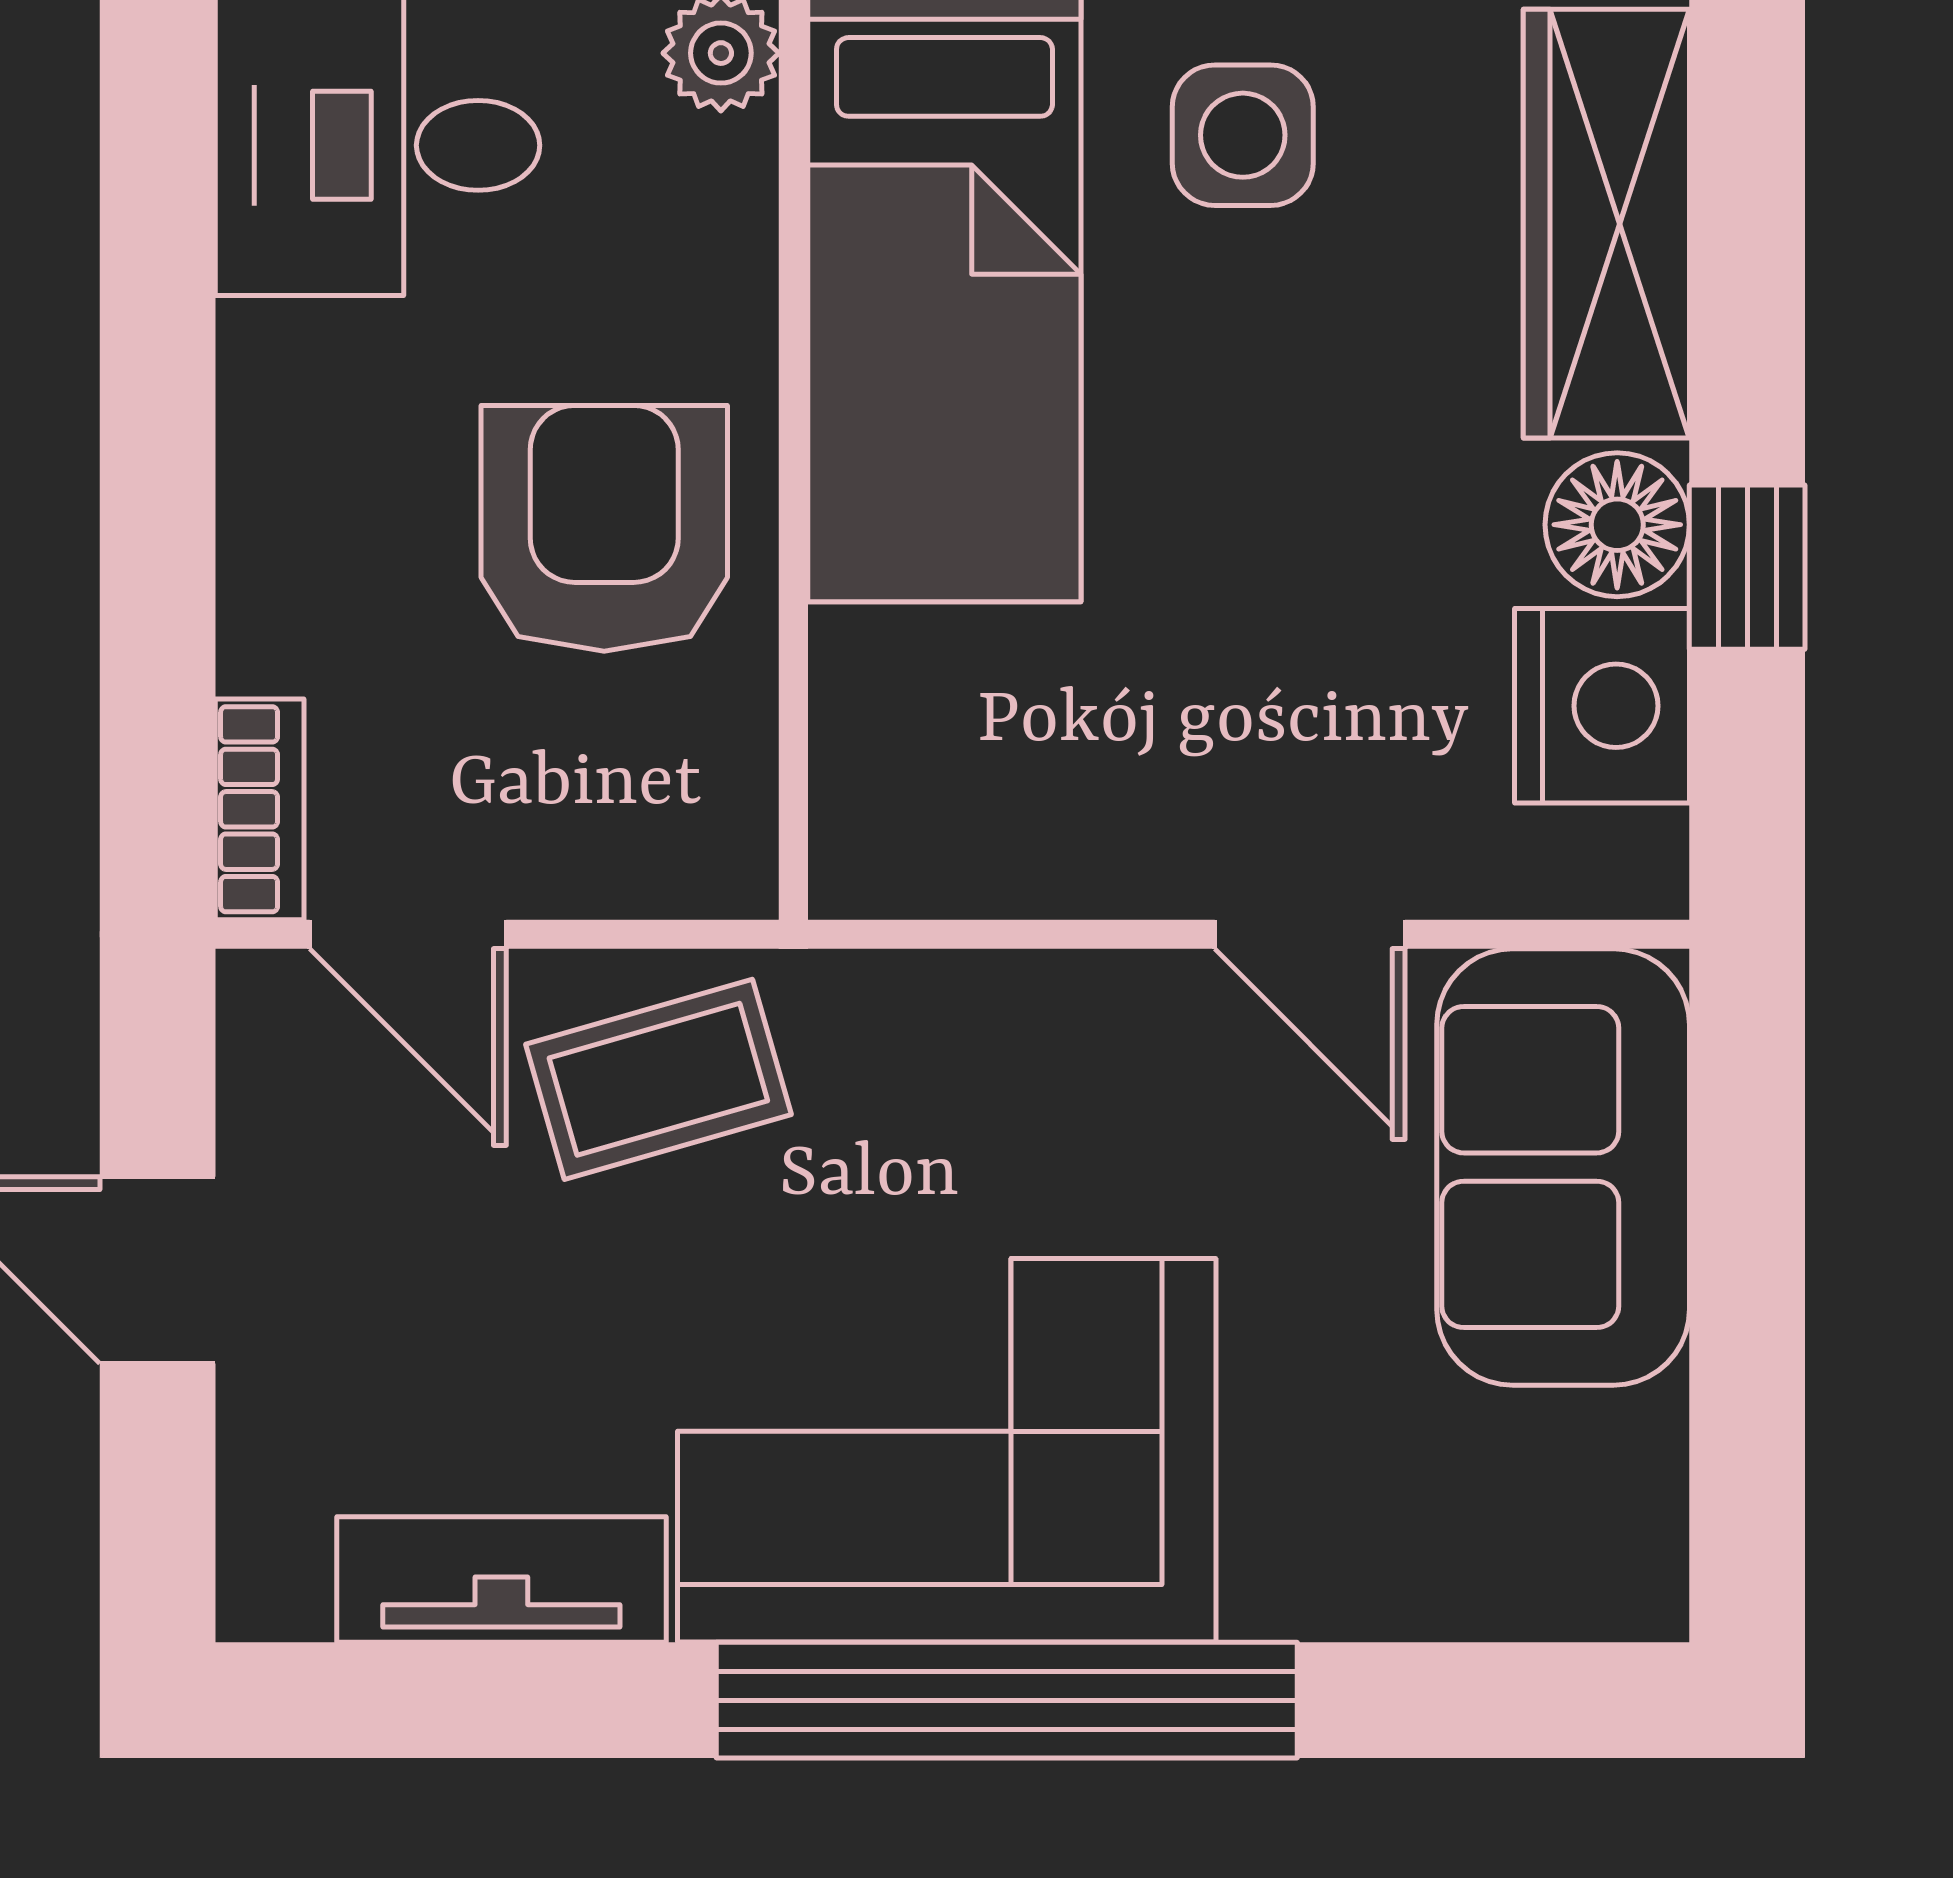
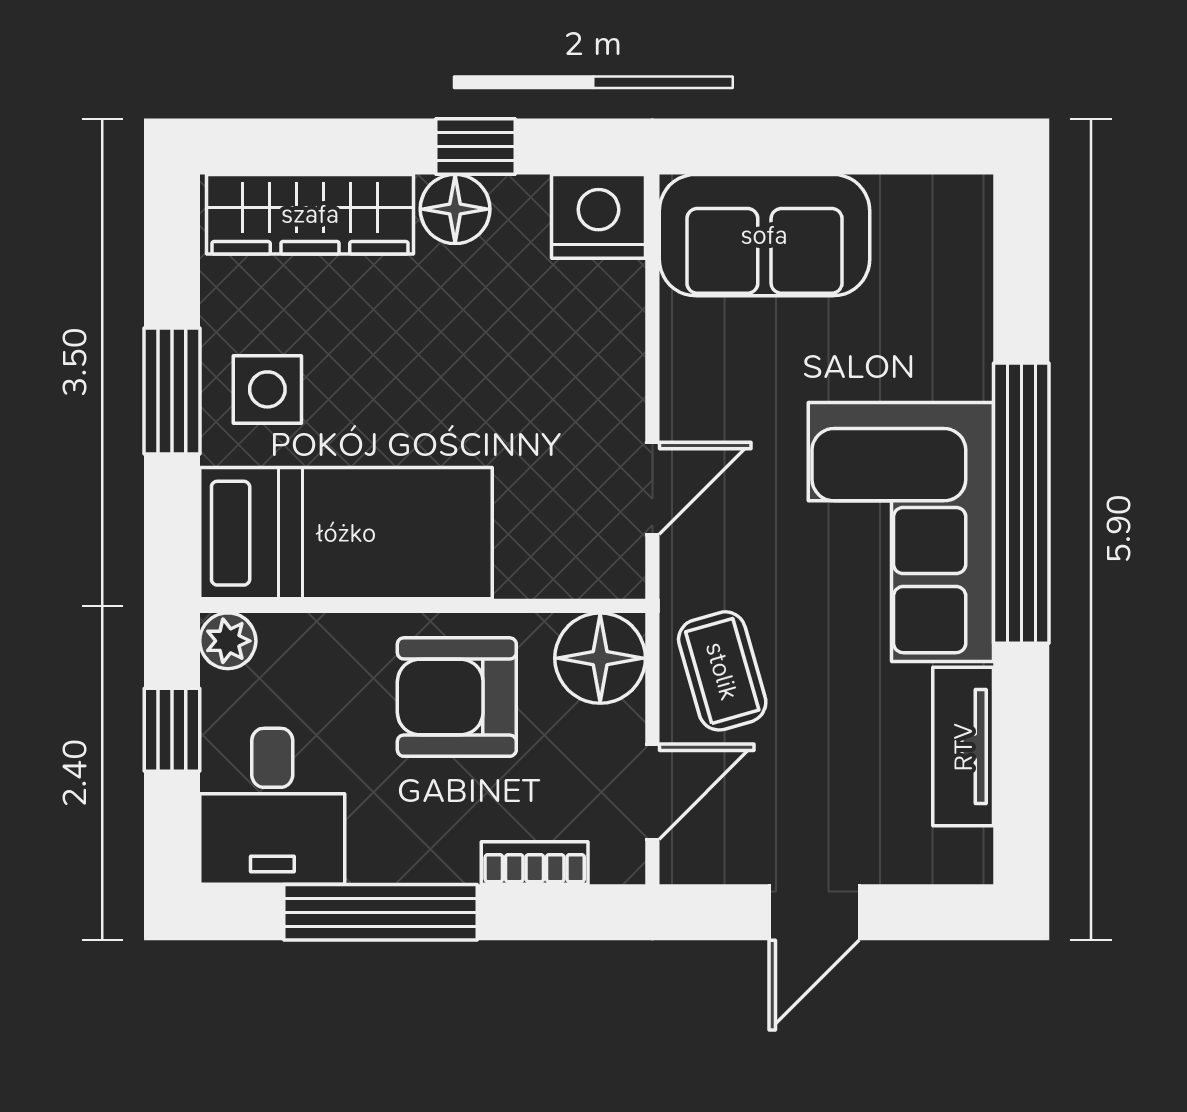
window: (158, 370) -> (380, 912), added
nightstand: (1602, 706) -> (598, 216), moved
bookcase: (260, 809) -> (535, 863), moved
floor lamp: (685, 826) -> (600, 658), added
door: (1310, 934) -> (652, 488), moved

